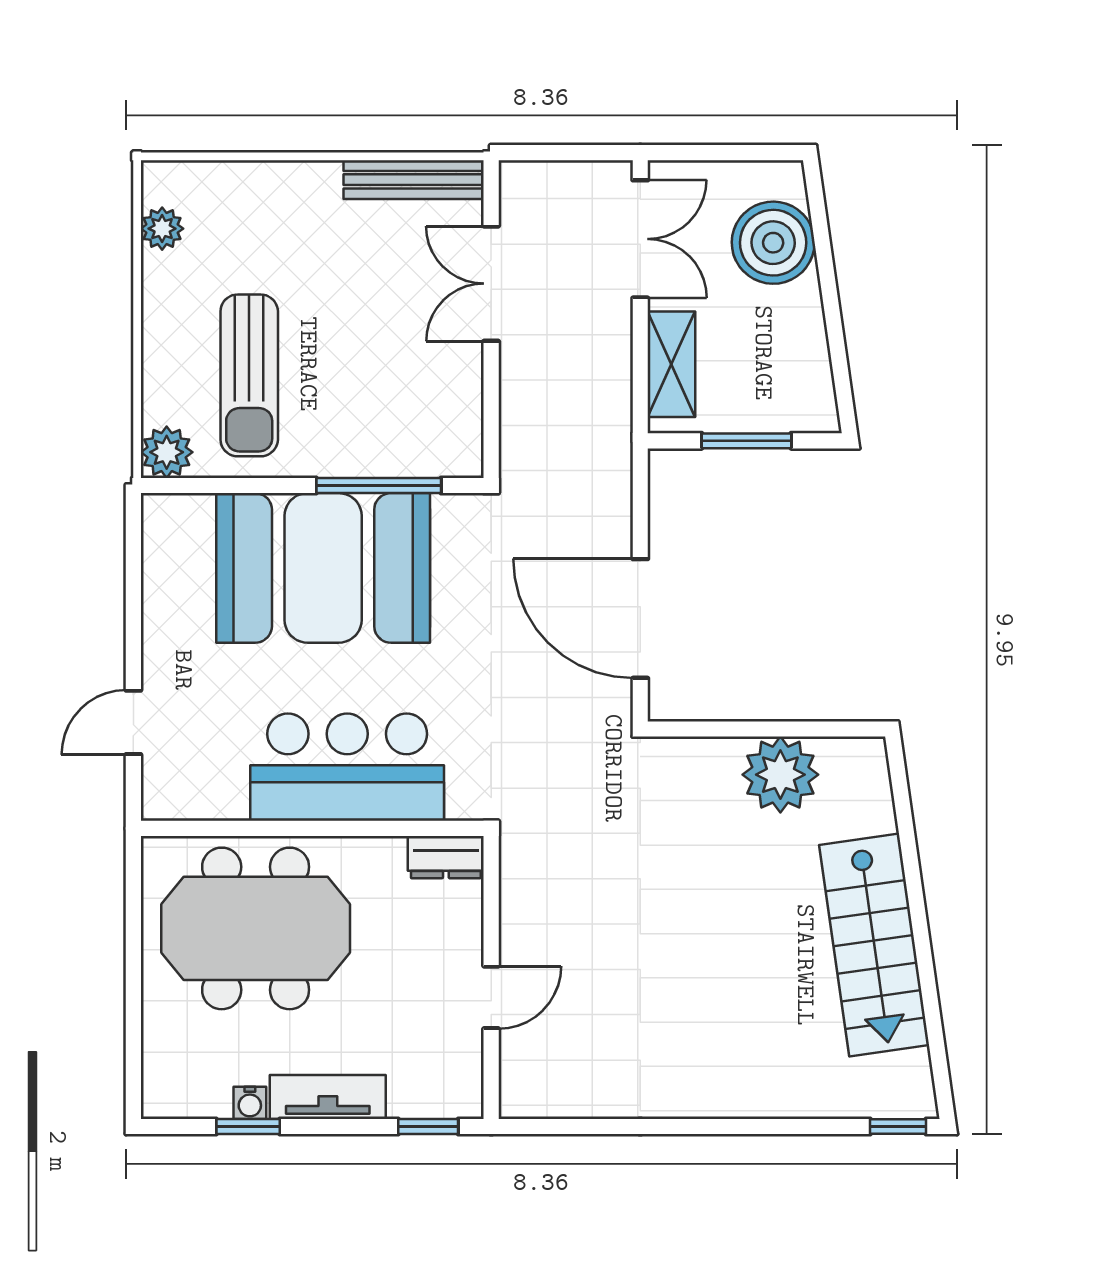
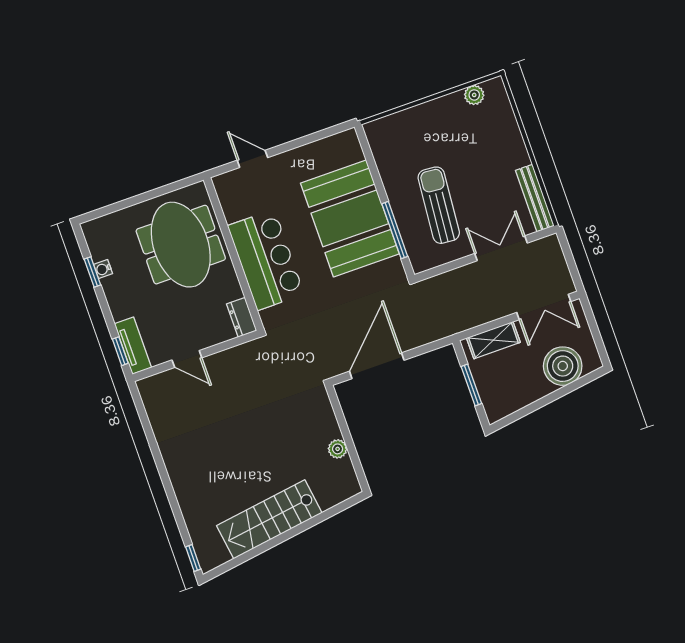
sun lounger: (249, 375) -> (439, 205), moved, turned 95
plant: (167, 452) -> (377, 132), removed
plant: (780, 775) -> (338, 449), width x0.53, depth x0.53
tv unit: (328, 1097) -> (133, 346), moved

